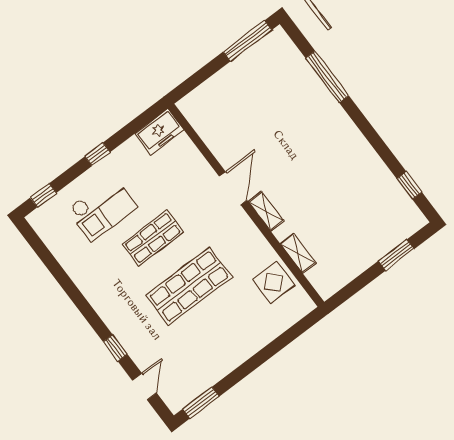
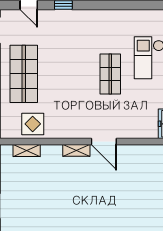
shelving: (298, 253) -> (27, 150), moved
shop shelf: (189, 286) -> (24, 74), moved

